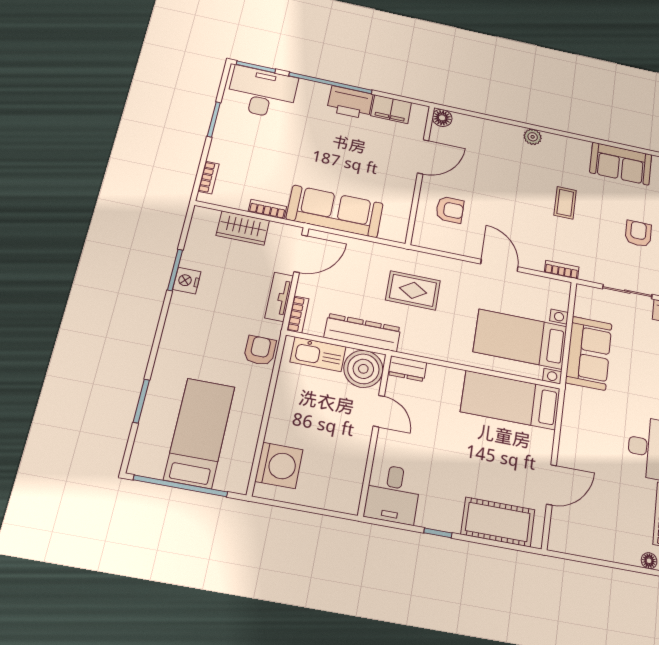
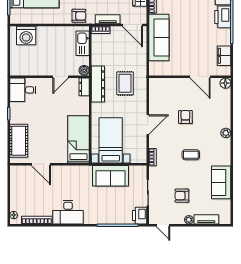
printer: (350, 102) -> (223, 17), moved
armchair: (450, 210) -> (185, 117), moved, turned 180
armchair: (638, 234) -> (182, 196), turned 180
dresser: (362, 333) -> (98, 84), moved
boiler: (363, 369) -> (84, 70), width x0.54, depth x0.54

